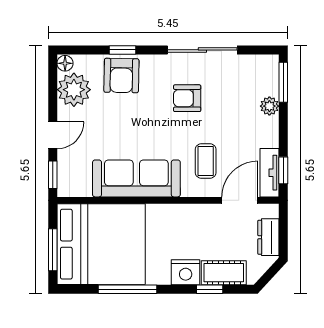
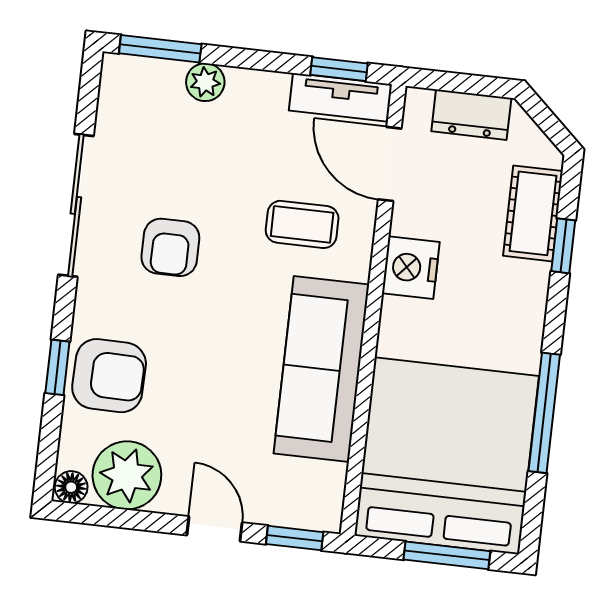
nightstand: (186, 272) -> (411, 268), moved, turned 180

